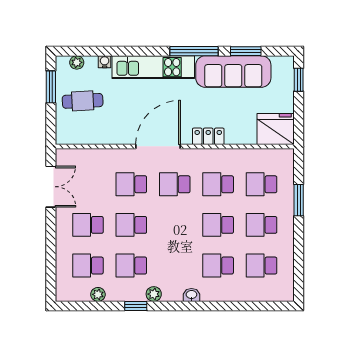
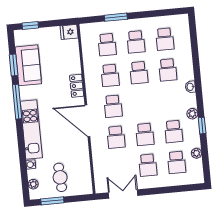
sofa: (233, 71) -> (28, 65), width x0.73
fridge: (276, 129) -> (69, 32), width x0.53, depth x0.75

